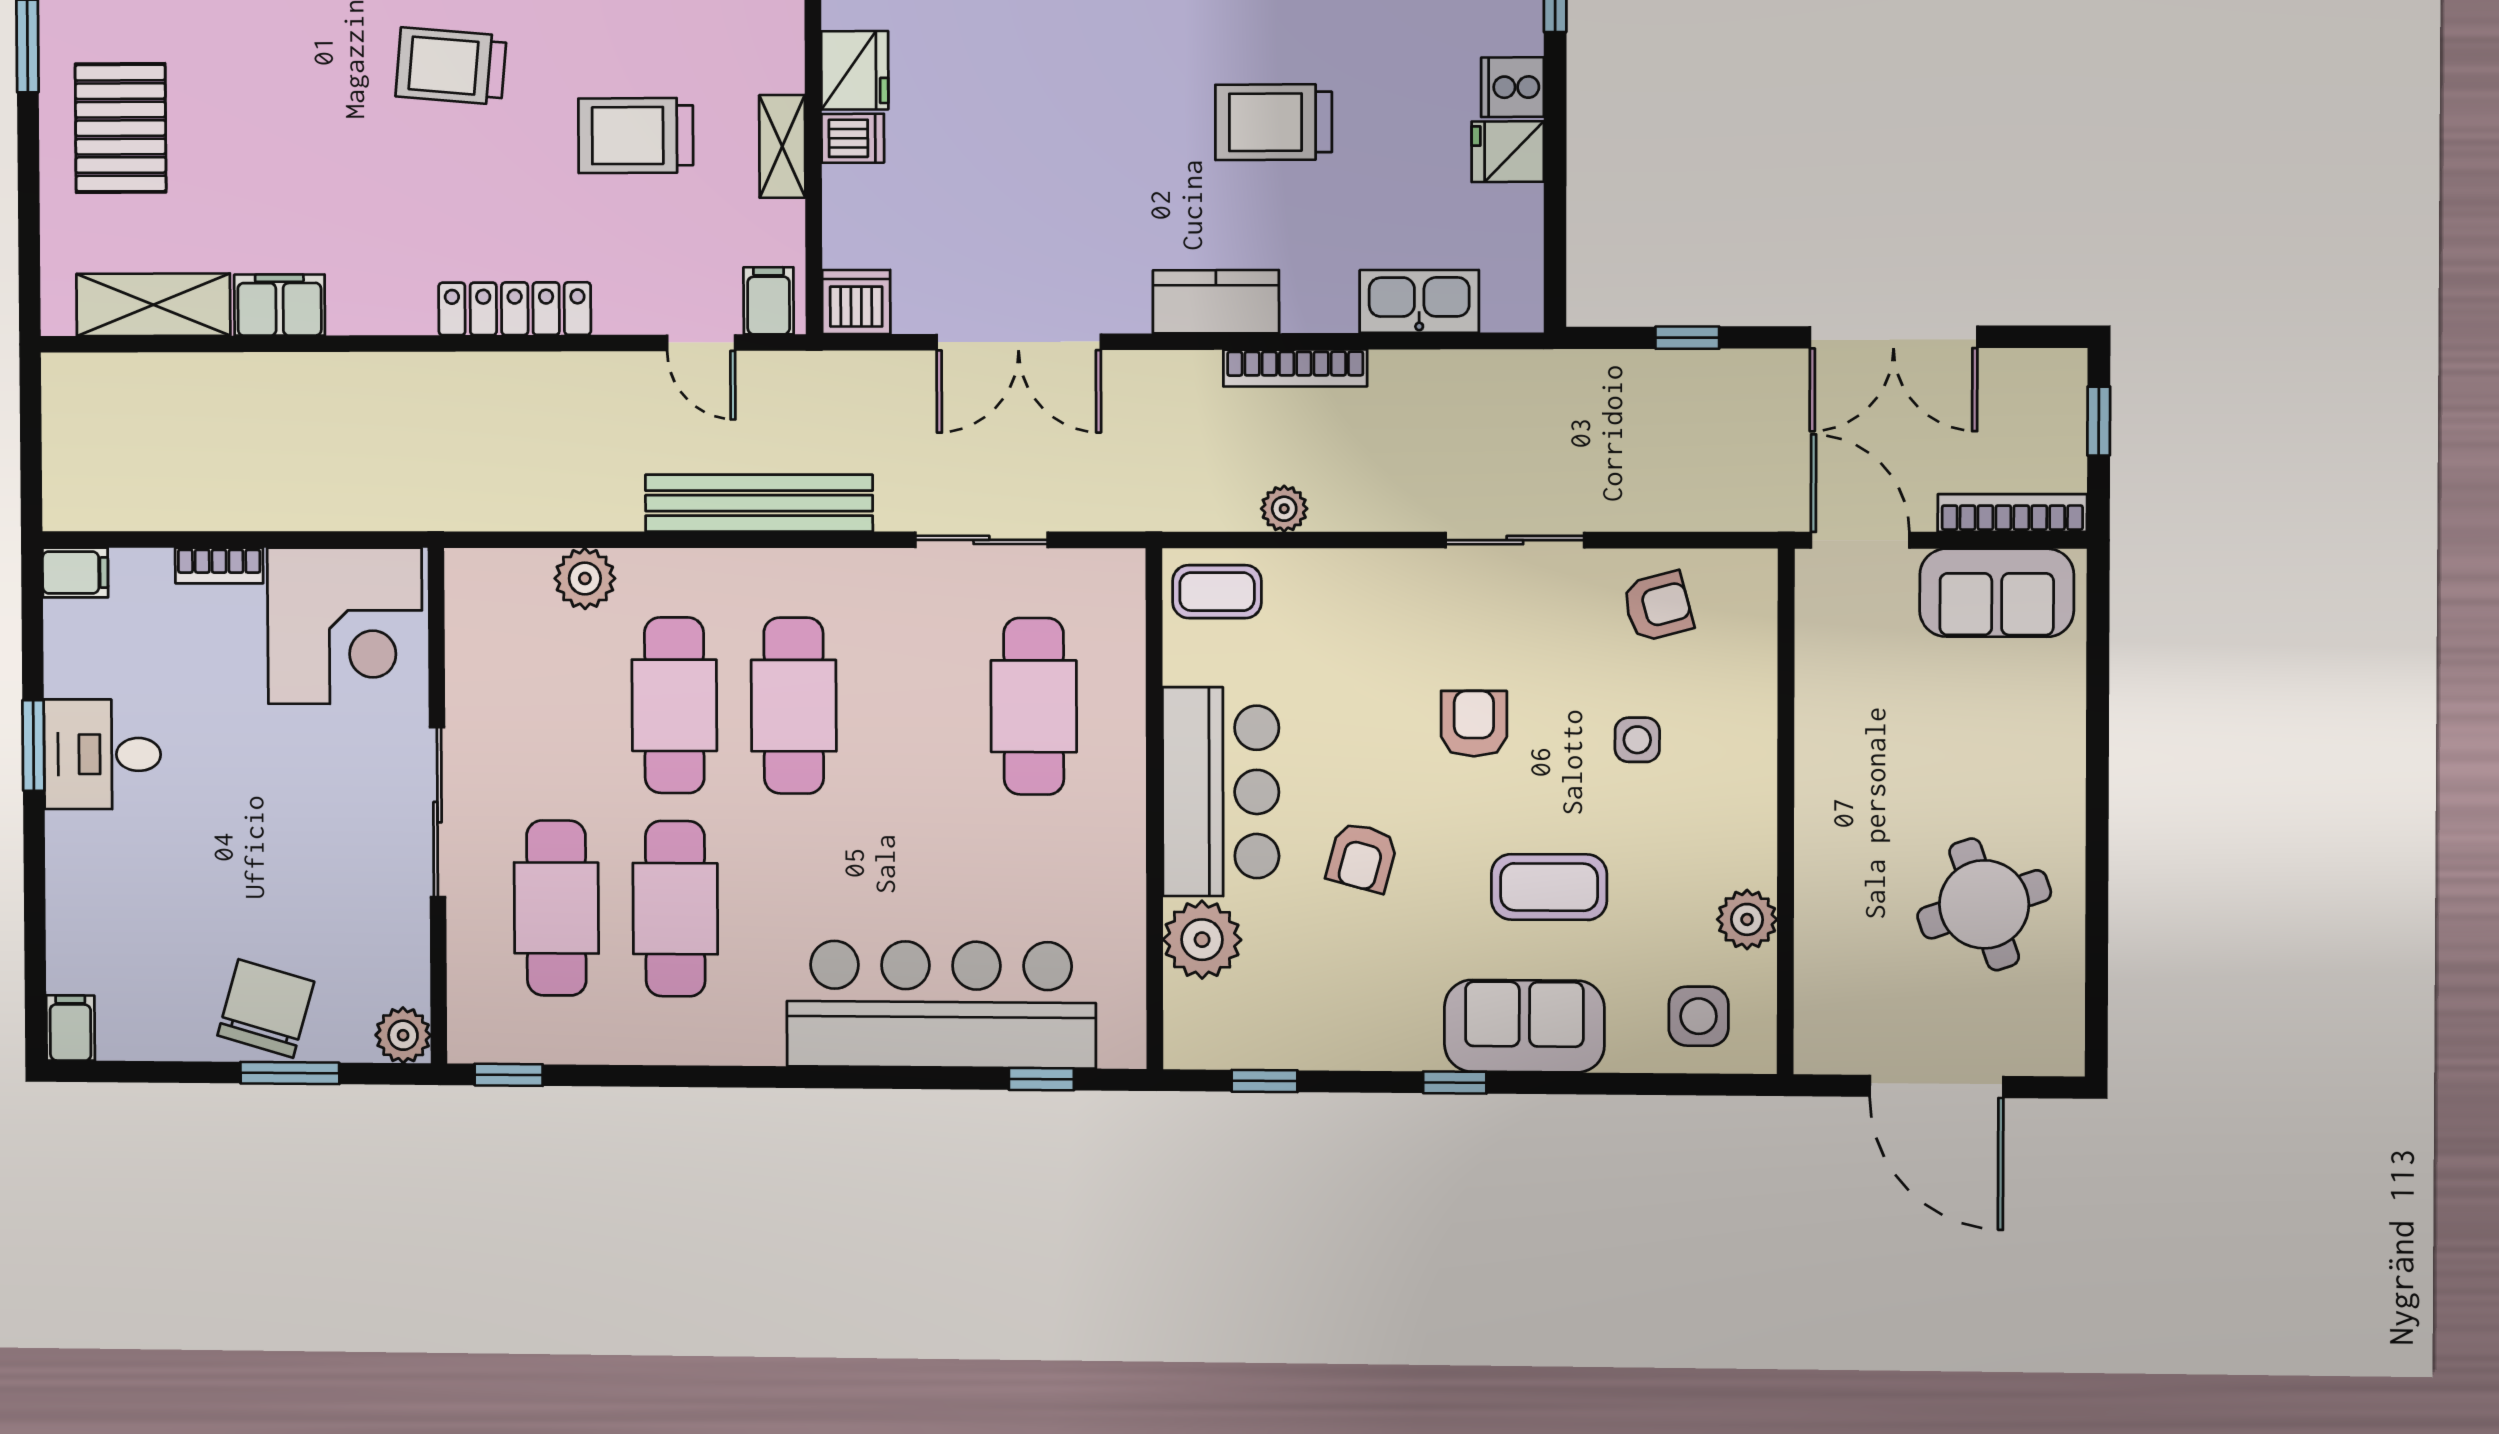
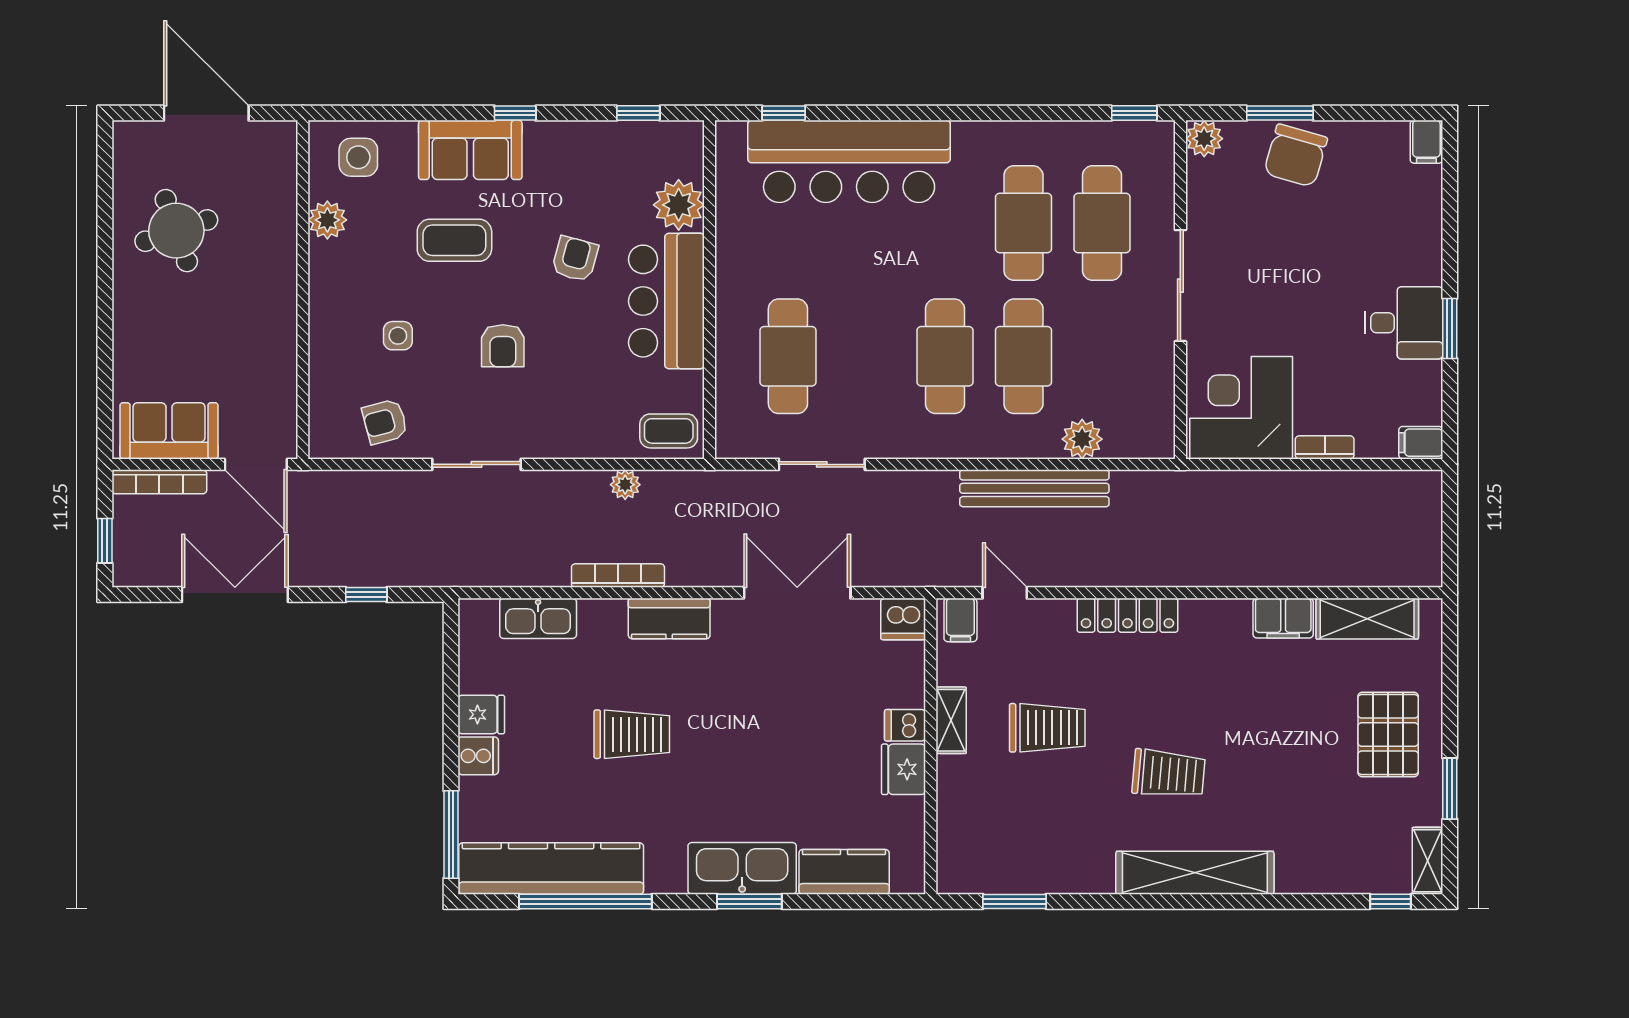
bench: (759, 503) -> (1034, 488), moved

